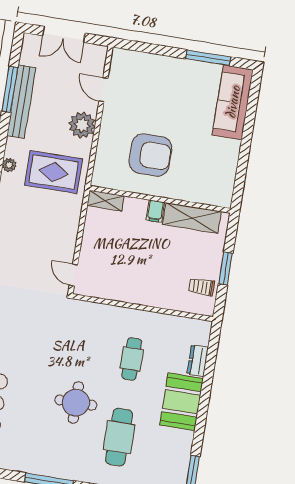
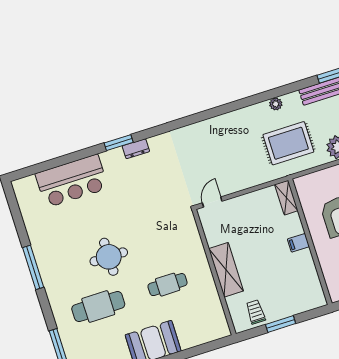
rug: (54, 172) -> (288, 143), turned 90
shelving: (192, 218) -> (226, 270), moved
dresser: (198, 361) -> (193, 339), removed

